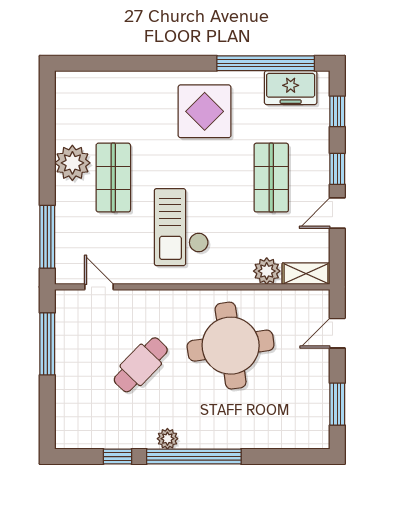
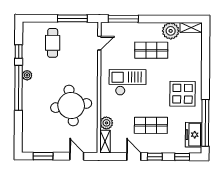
shelving: (65, 94) -> (191, 28), added
plant: (72, 163) -> (171, 31), moved
cafe table: (141, 365) -> (53, 43), moved, turned 46

